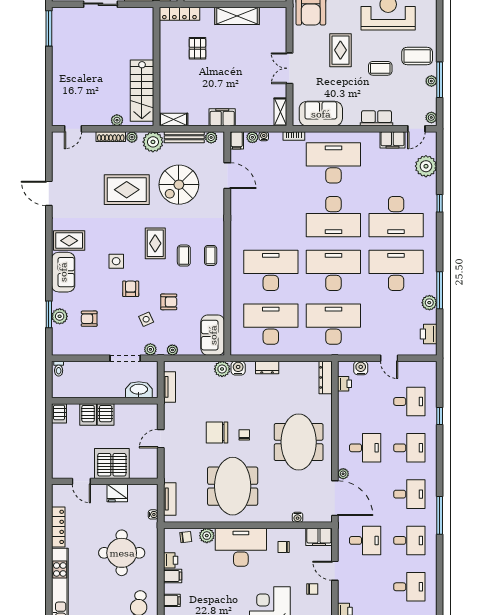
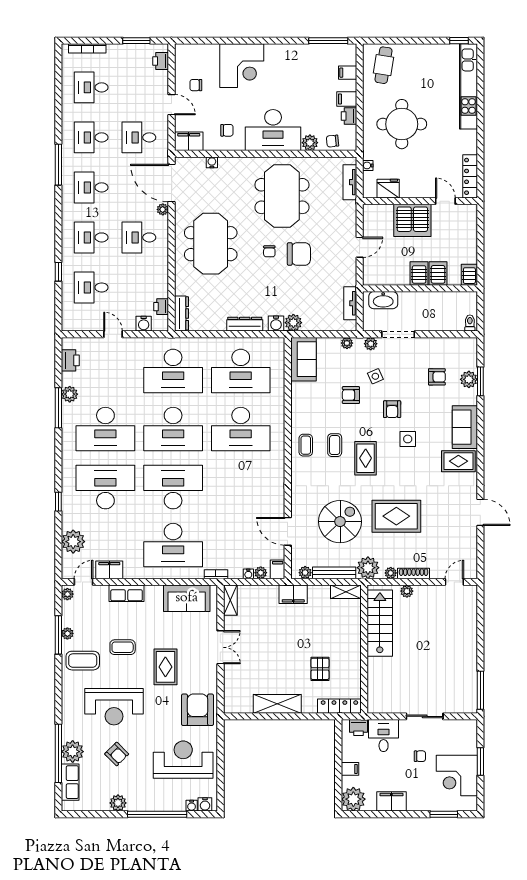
dresser: (267, 368) -> (245, 324), width x1.44
fridge: (117, 493) -> (388, 189), moved
locker: (58, 527) -> (470, 176), moved

